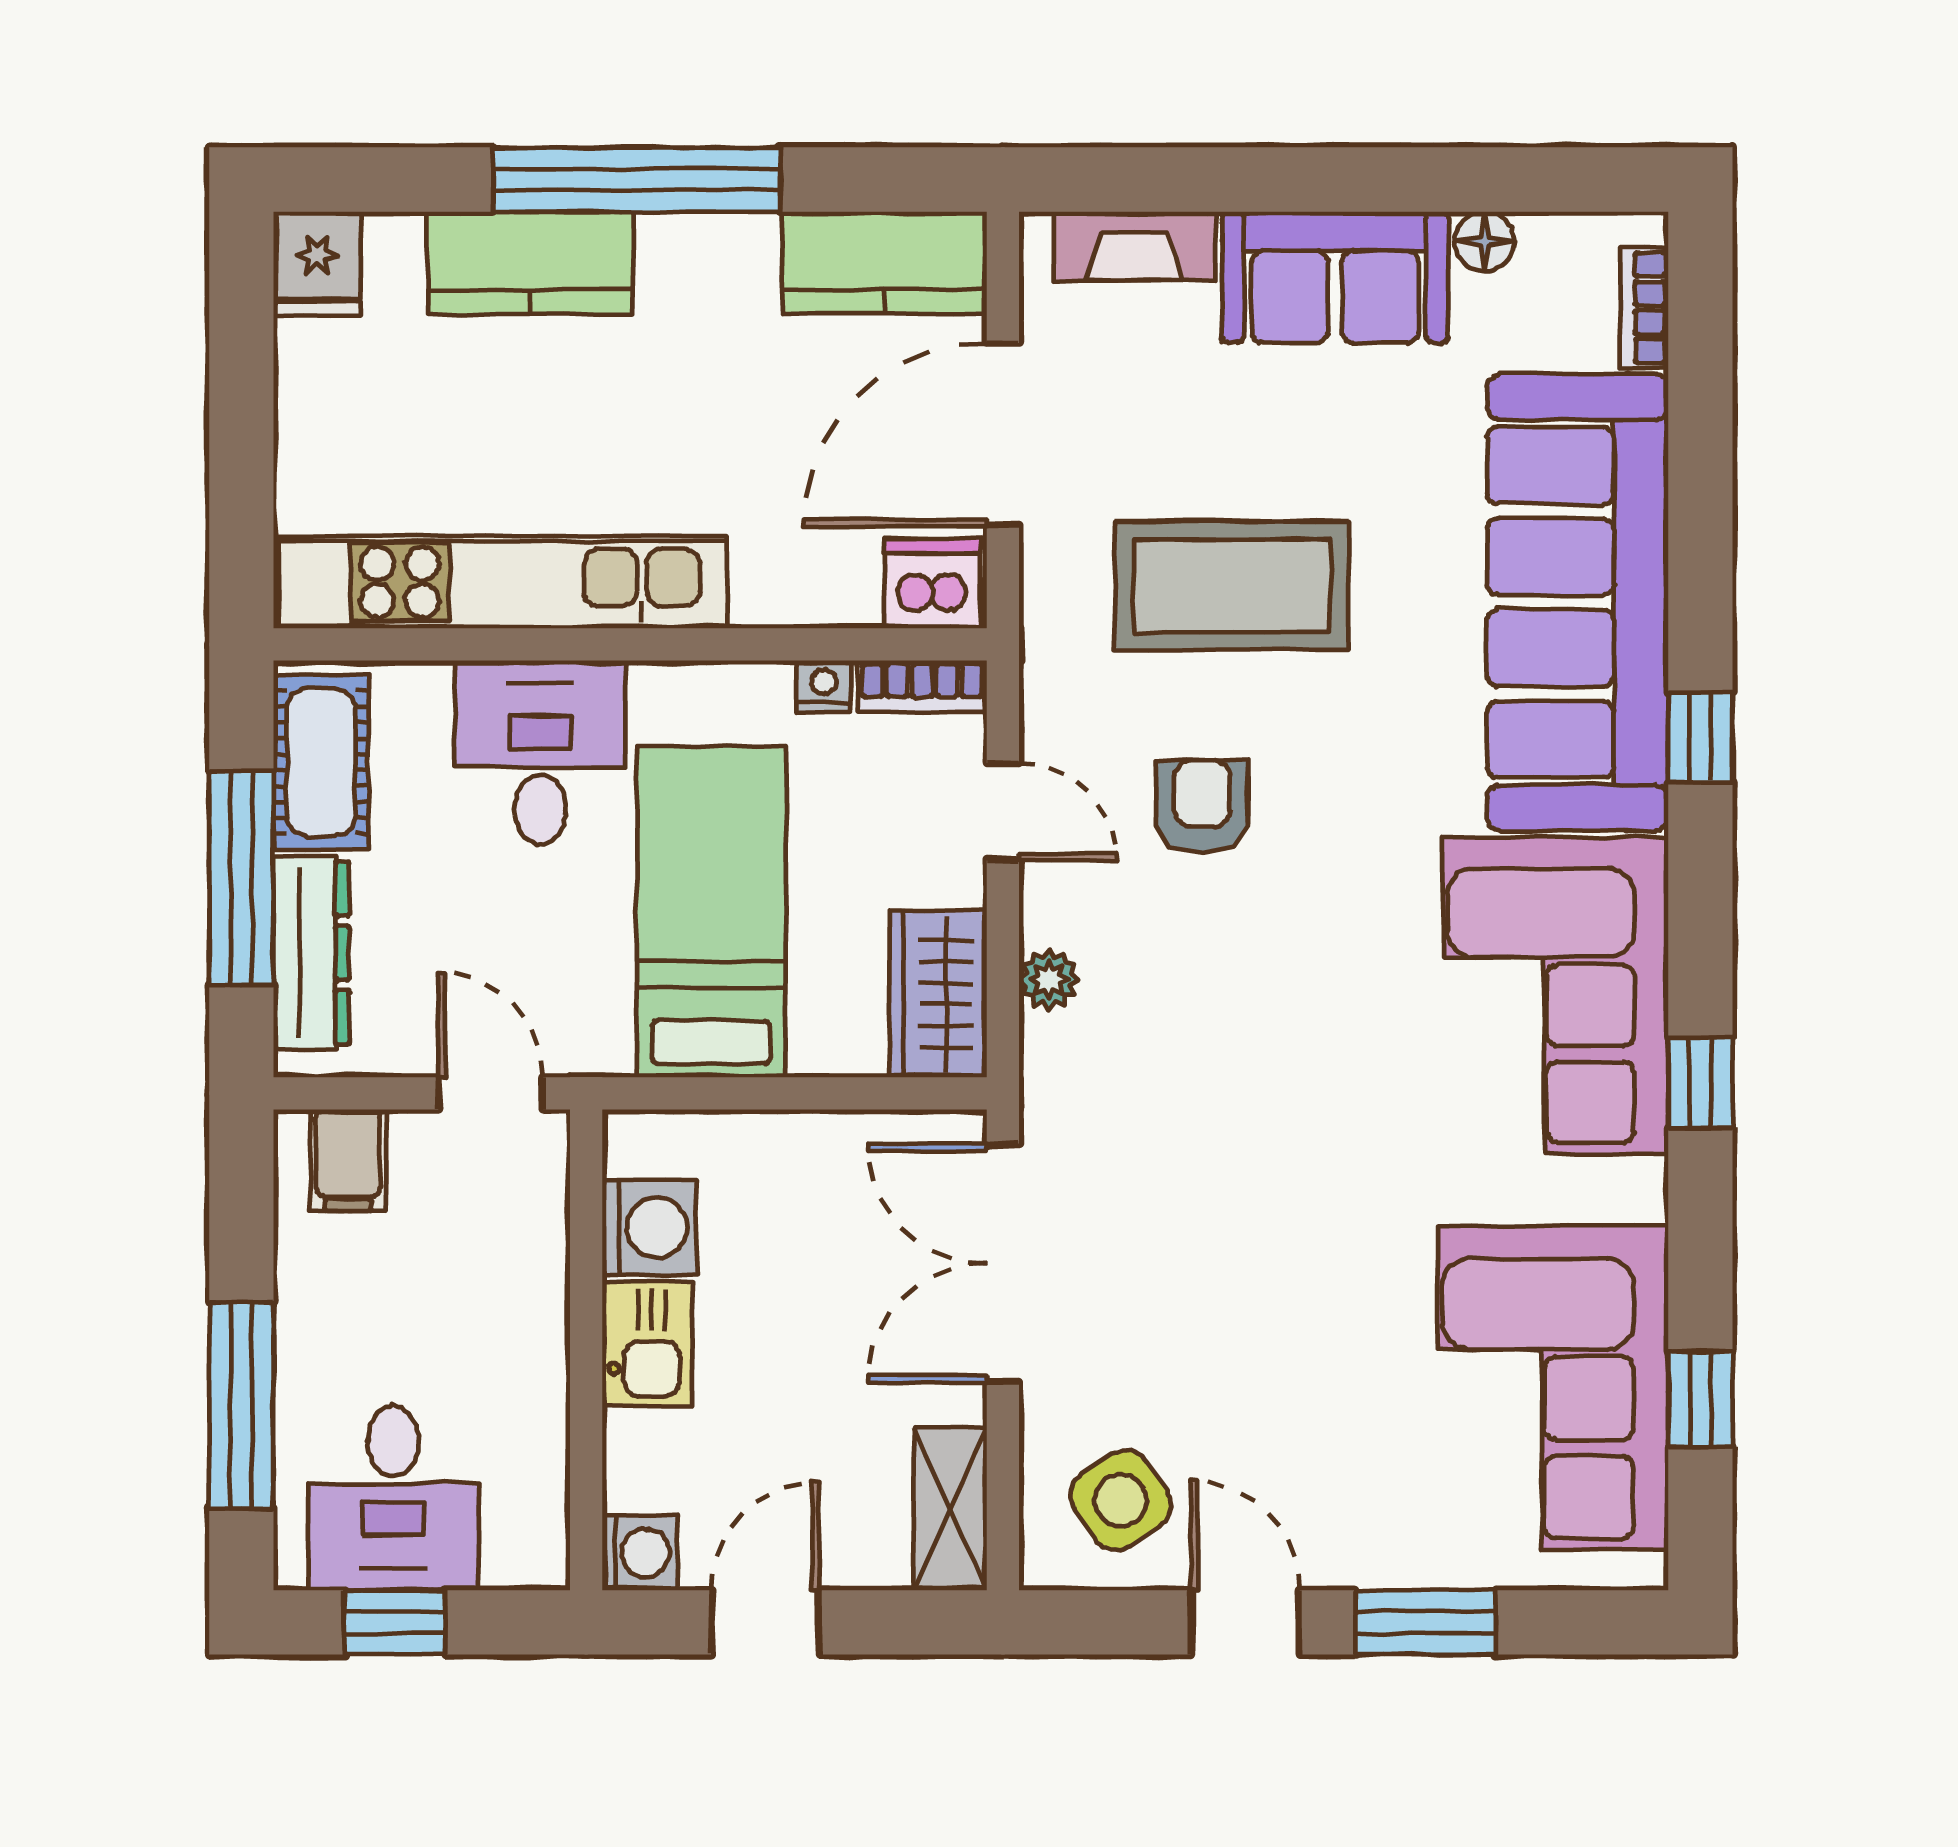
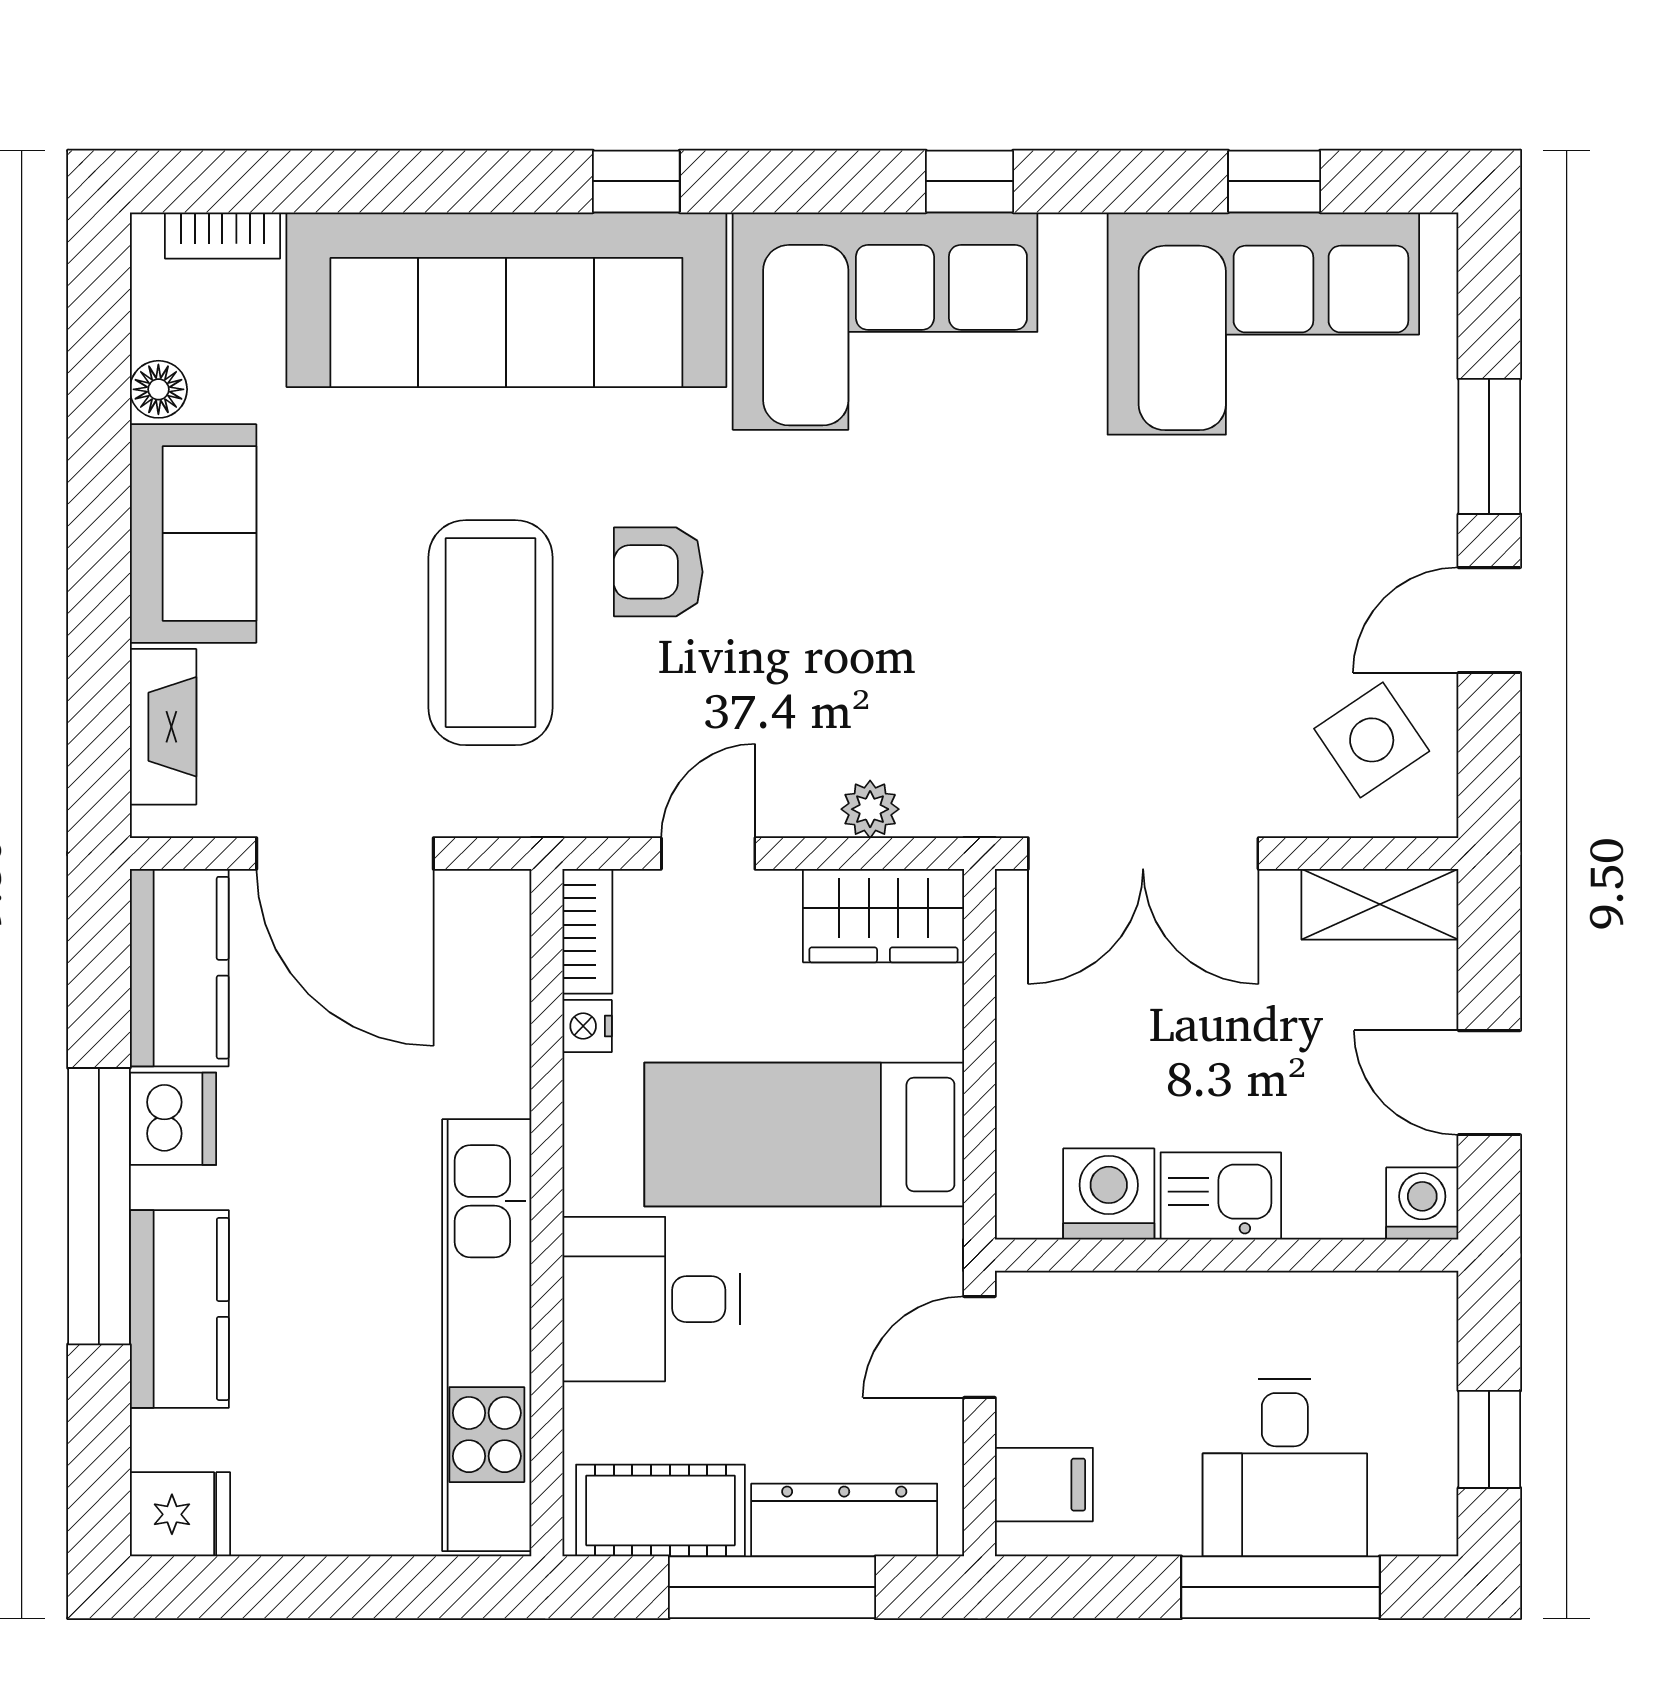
dishwasher: (933, 584) -> (173, 1119), moved, turned 180
armchair: (1202, 806) -> (658, 572), moved
desk: (393, 1498) -> (1285, 1468), moved, turned 90

